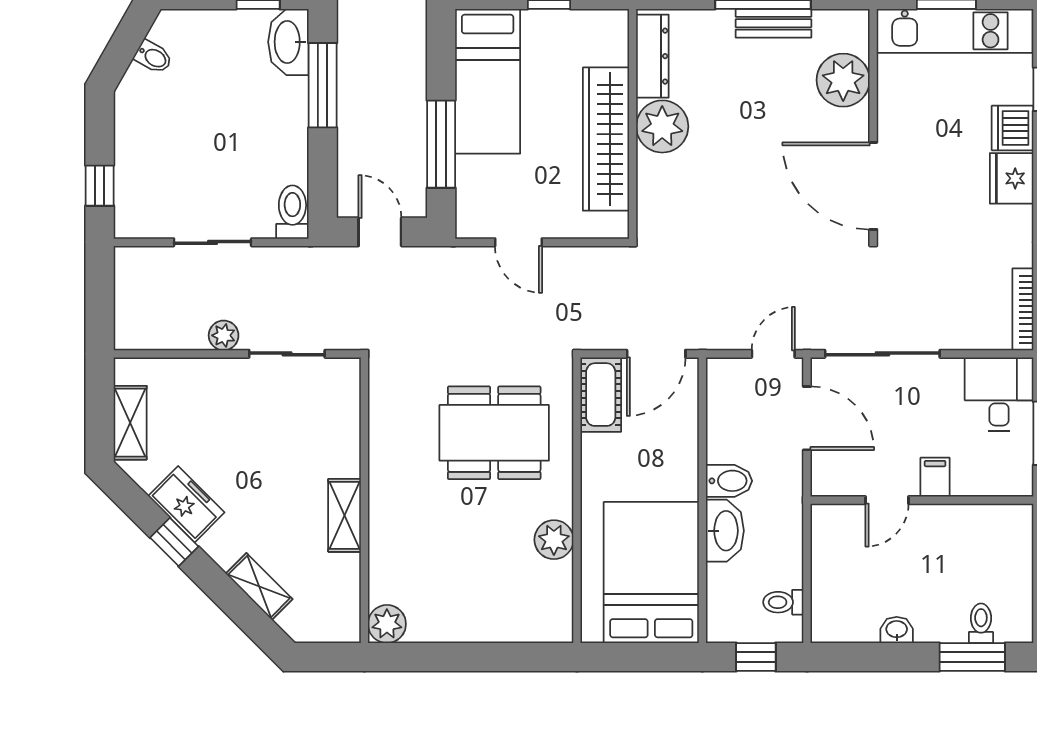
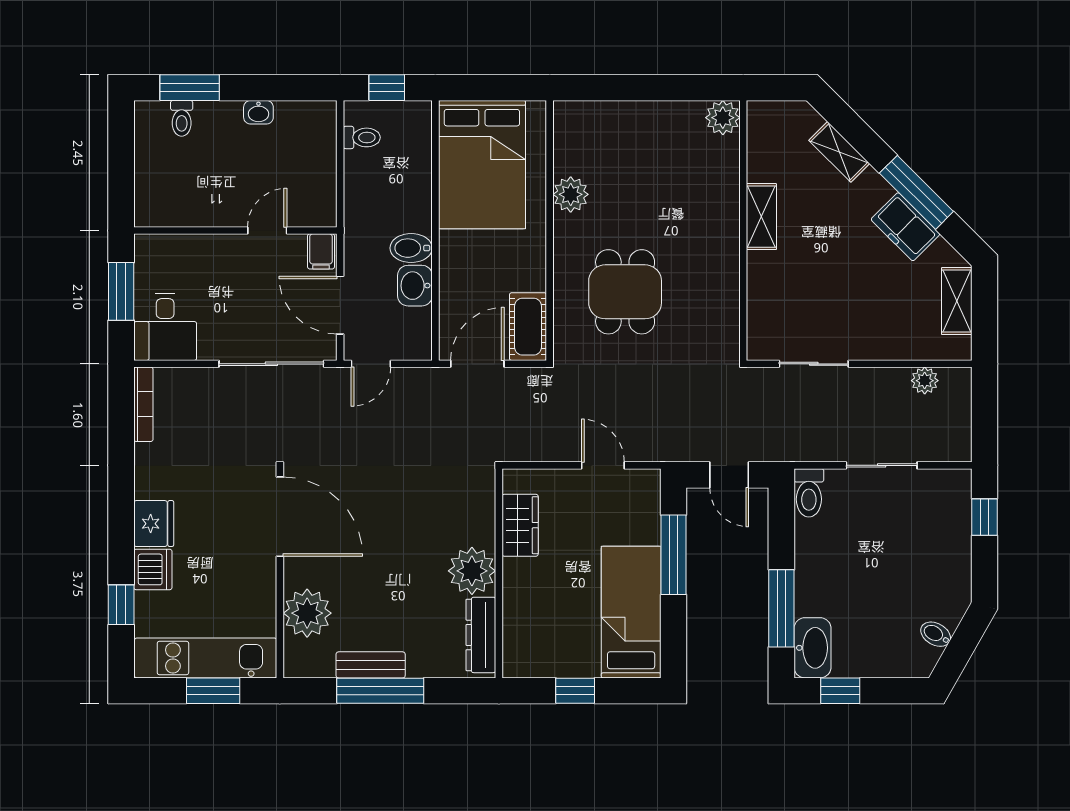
wardrobe: (606, 139) -> (520, 525), width x0.48, depth x0.85
plant: (224, 335) -> (925, 381), moved
dining table: (494, 433) -> (625, 292), width x0.73
filing cabinet: (935, 477) -> (321, 251), moved
washbasin: (725, 531) -> (415, 286), moved, width x0.72
window: (174, 542) -> (916, 192), width x2.17

